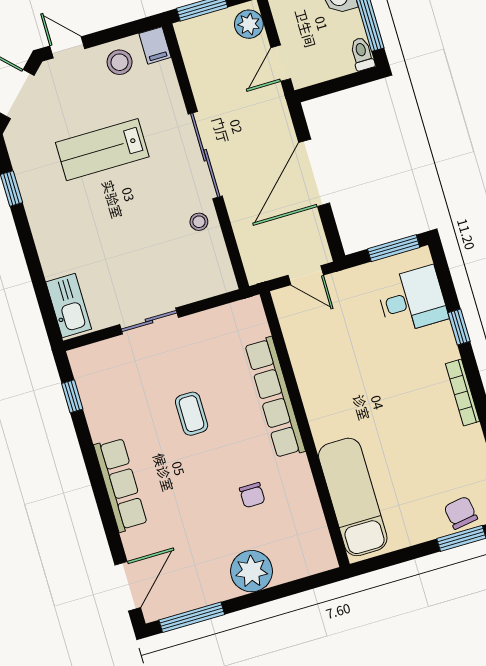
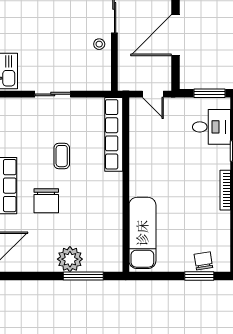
row of seats: (275, 398) -> (114, 134), moved
chair: (252, 495) -> (46, 201), moved, width x1.87, depth x1.87
window: (192, 617) -> (83, 276), moved

